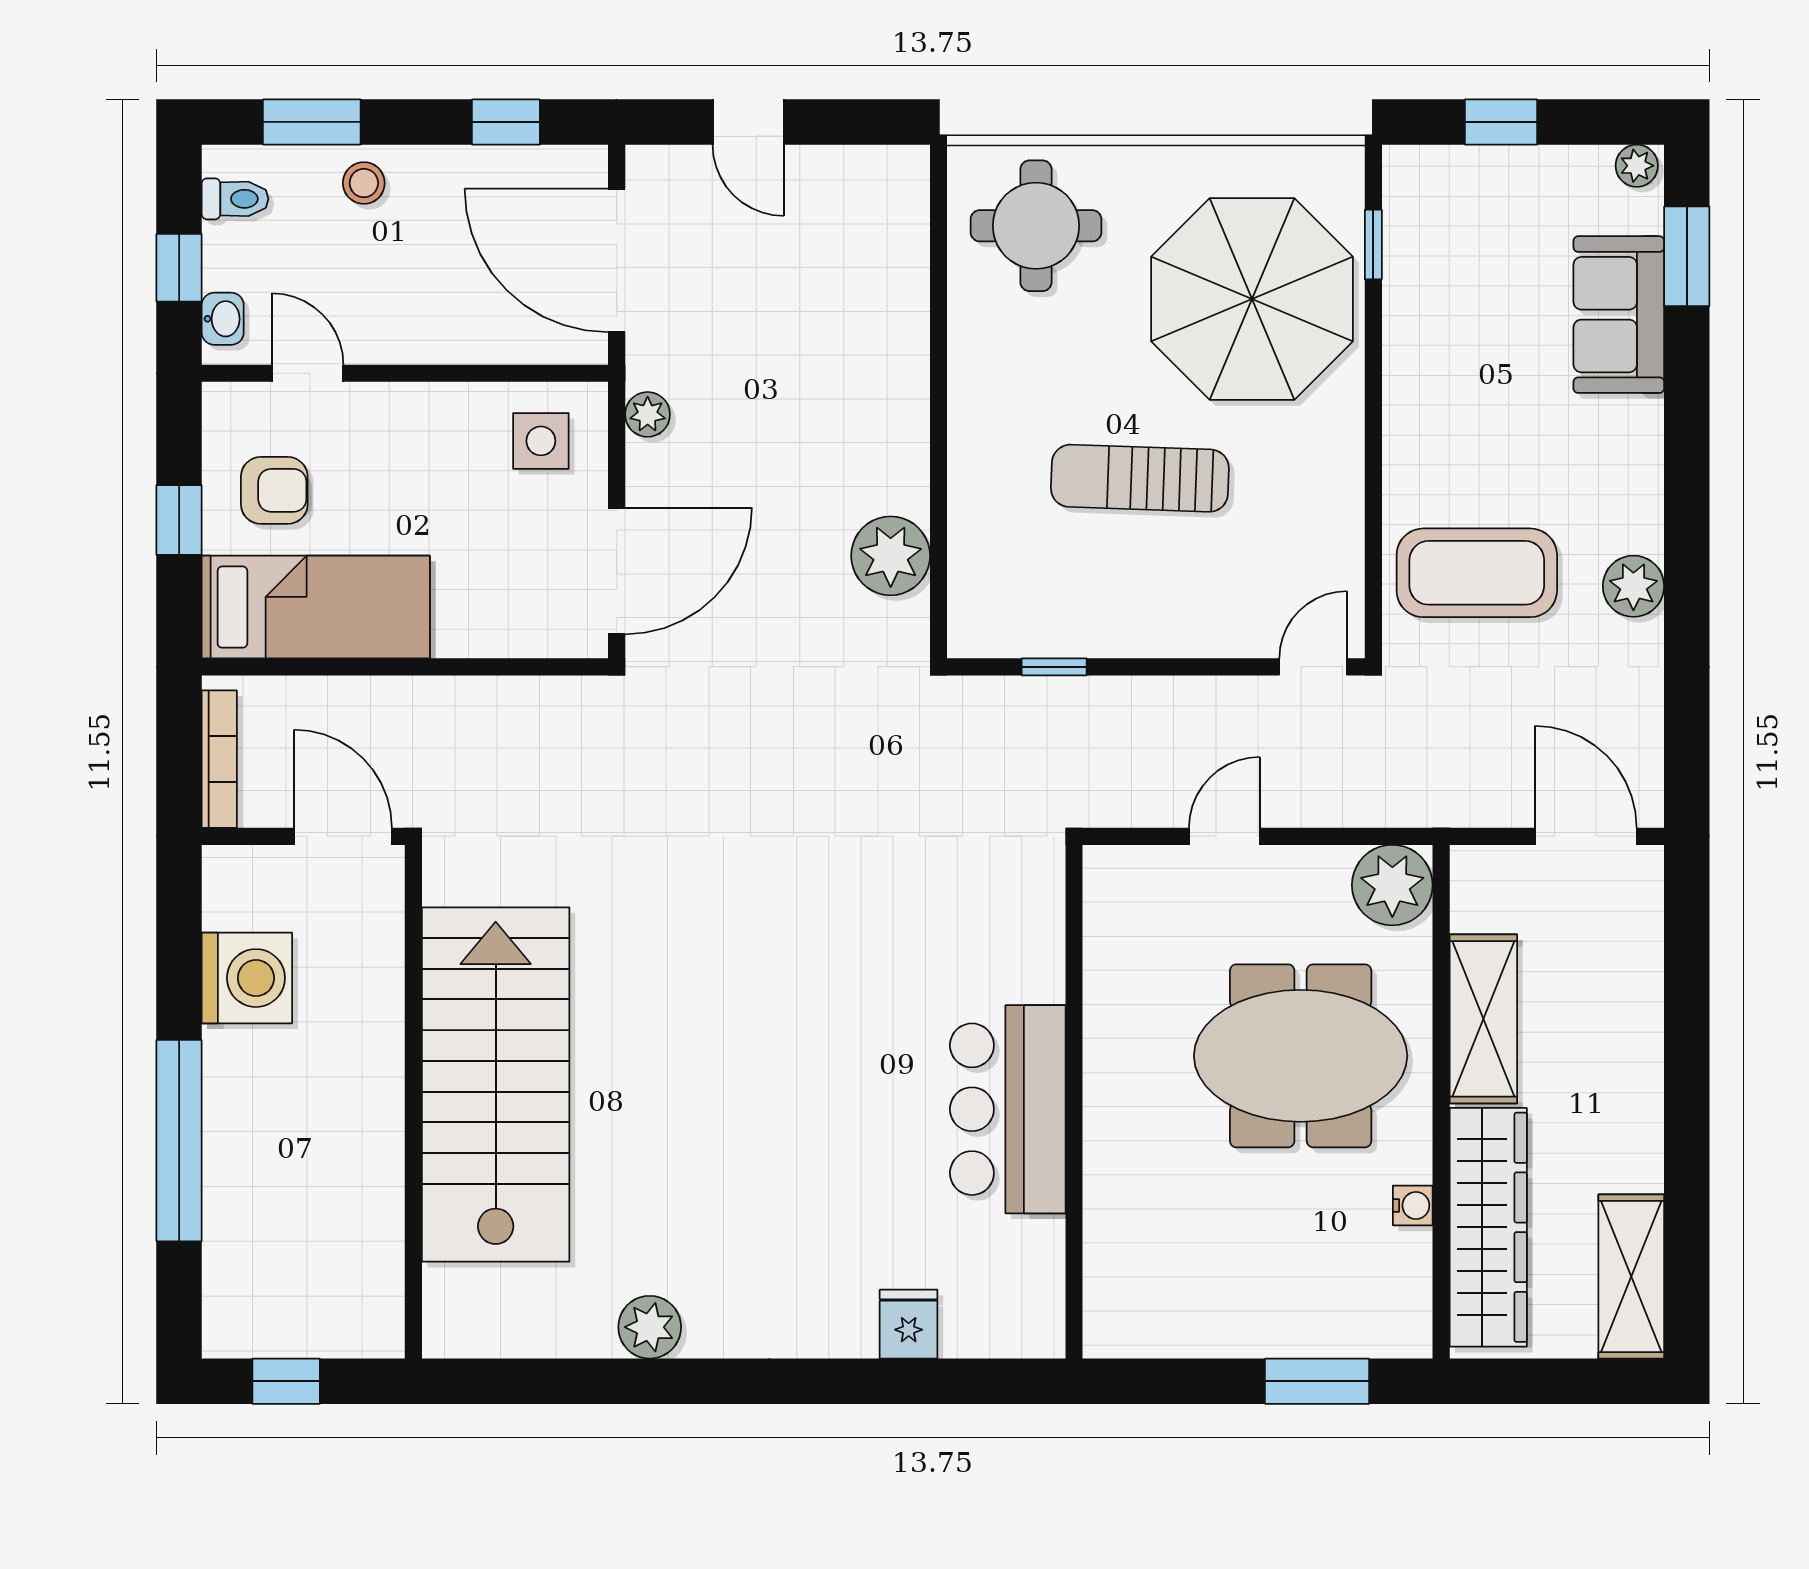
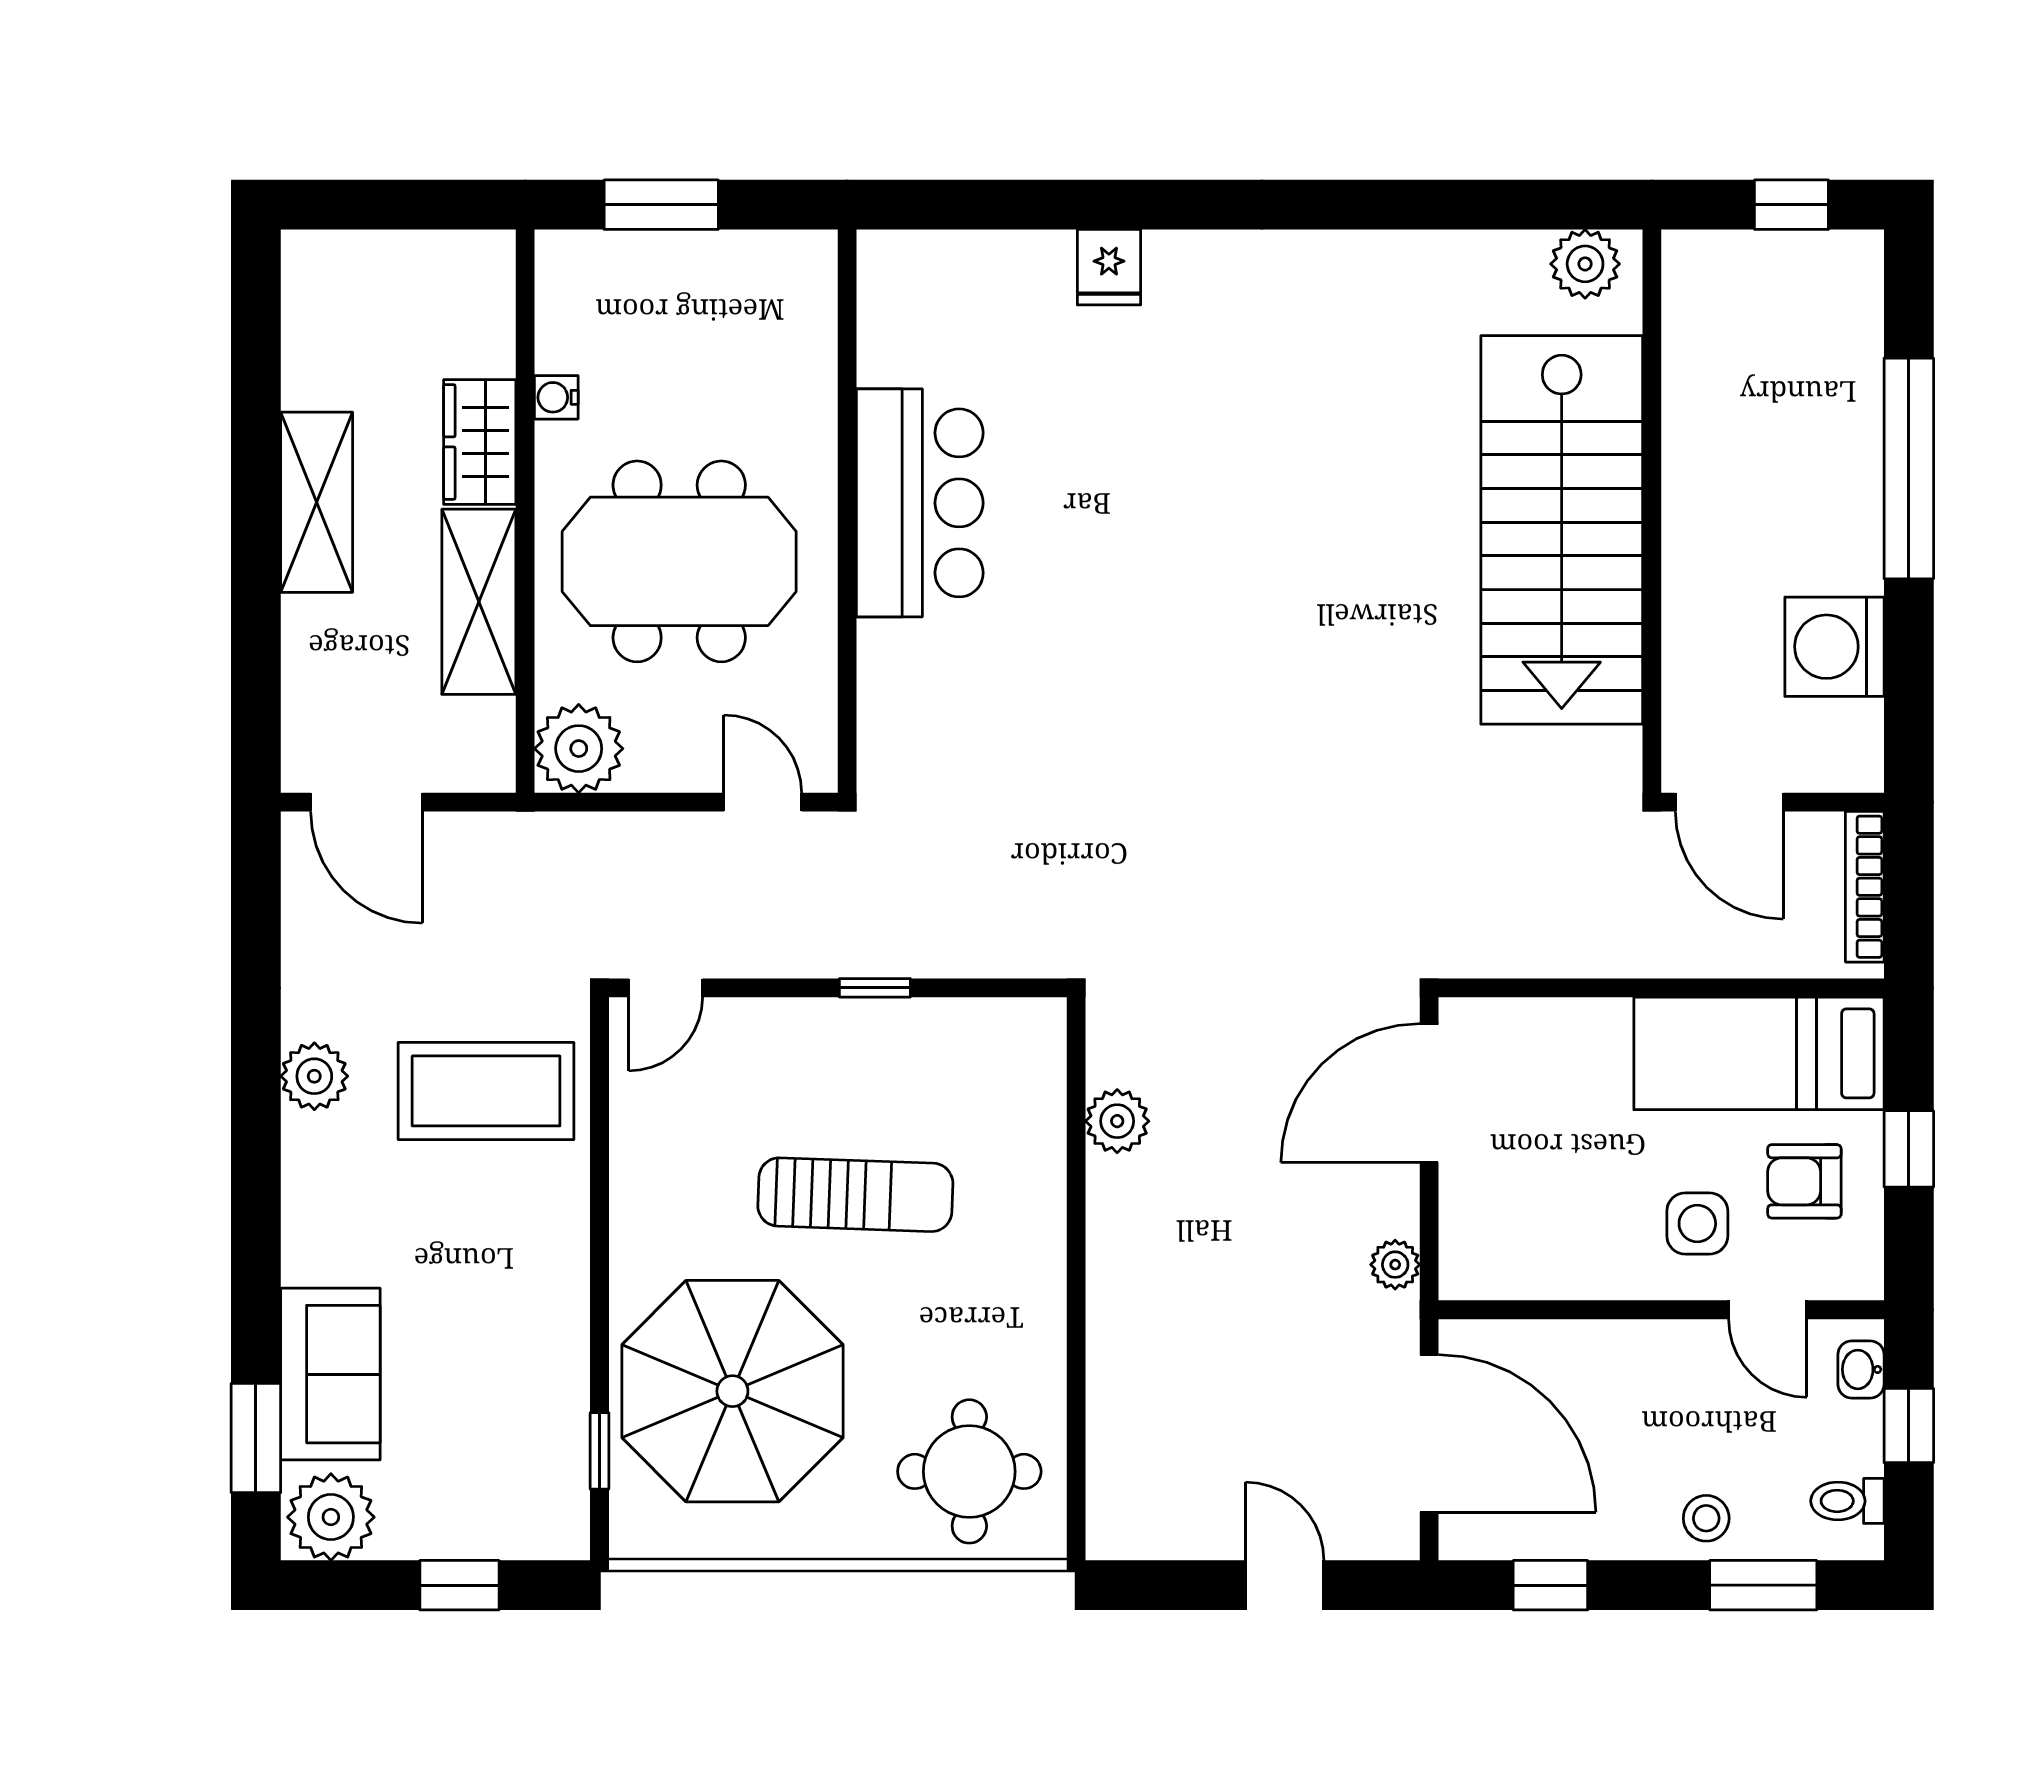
plant: (1637, 166) -> (331, 1517), width x1.87, depth x1.87
side table: (541, 441) -> (1697, 1224), moved
plant: (891, 556) -> (1117, 1121), width x0.73, depth x0.73
window: (1054, 667) -> (875, 988), moved
door: (1224, 836) -> (763, 802), swing flipped
wall: (1074, 1102) -> (847, 511), moved
bar counter: (1008, 1109) -> (920, 503), moved
wardrobe: (1488, 1227) -> (480, 442), width x0.48, depth x0.85
shelving: (1631, 1276) -> (317, 502), moved
plant: (650, 1327) -> (1585, 264), moved

